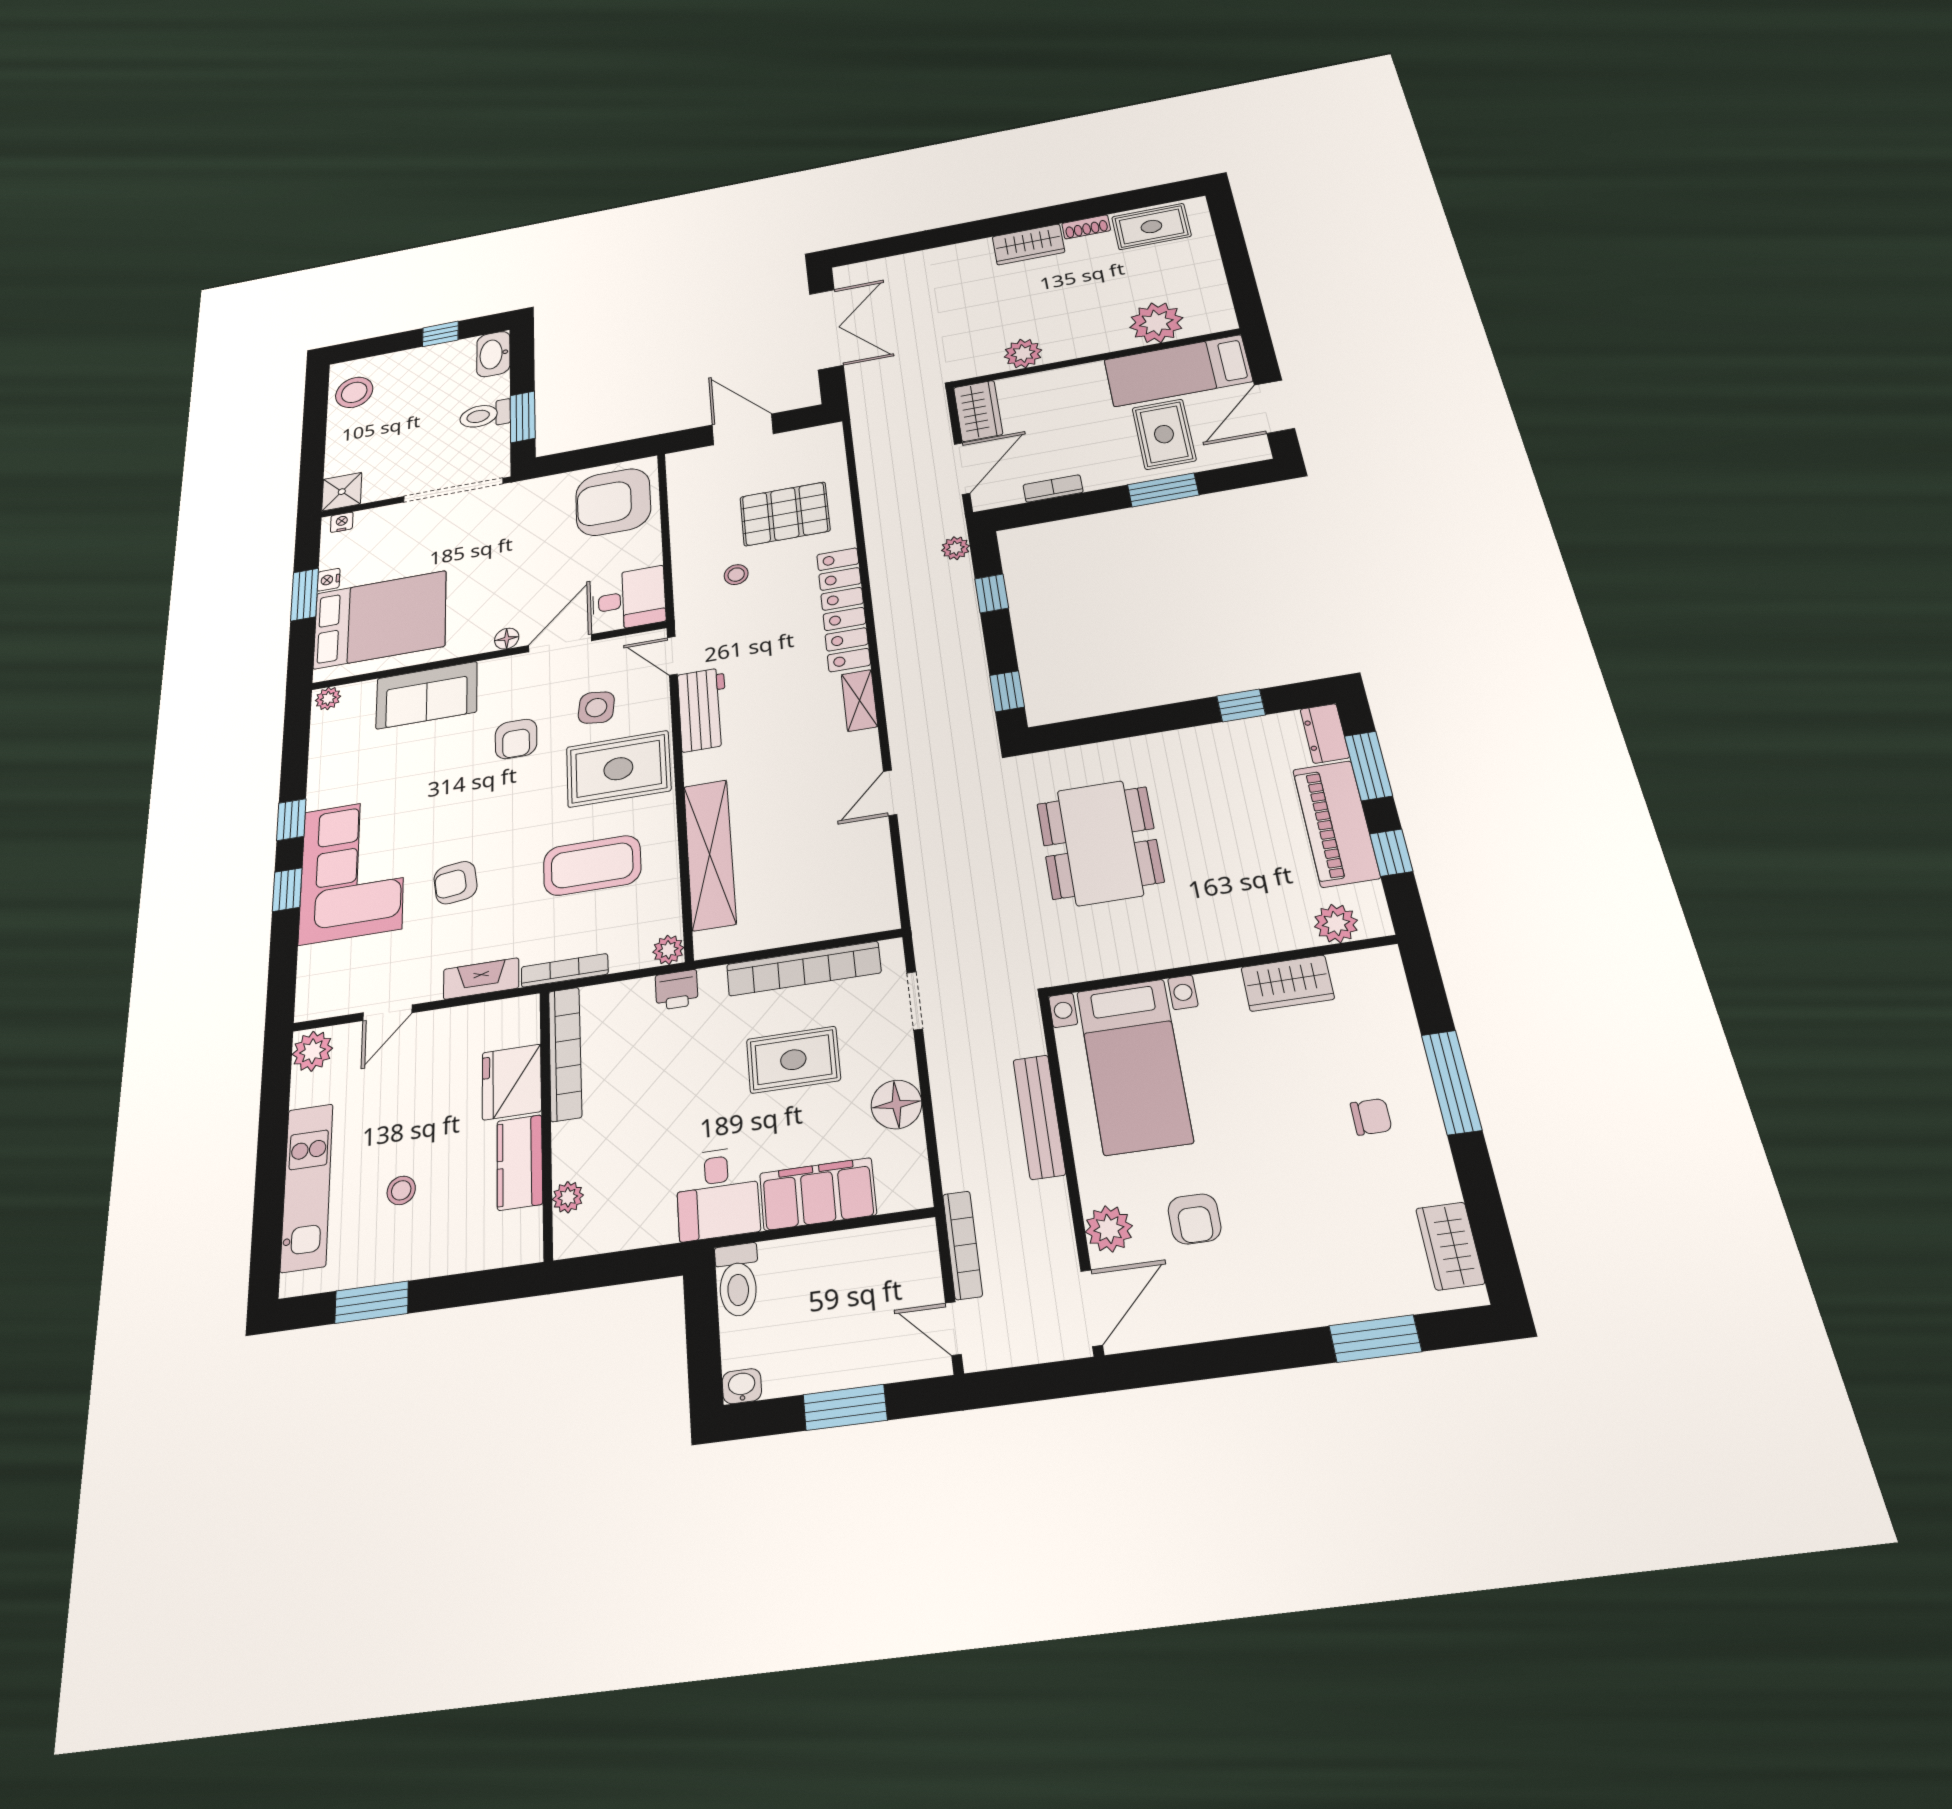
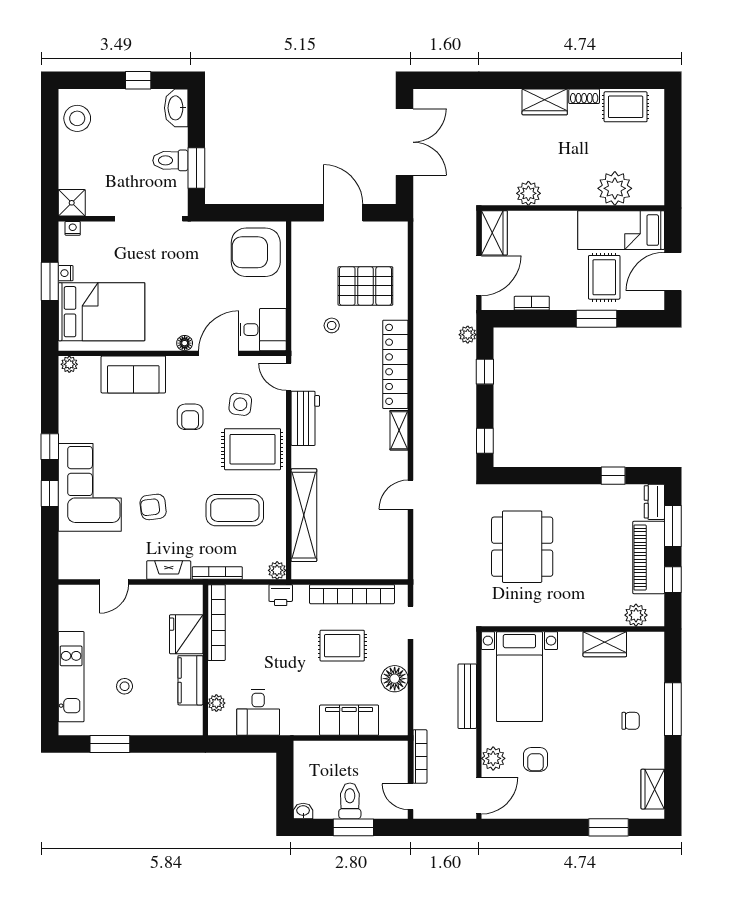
plant: (312, 1051) -> (70, 598), removed
desk: (718, 1193) -> (258, 712), moved
toilet: (738, 1280) -> (350, 801), moved, turned 180

